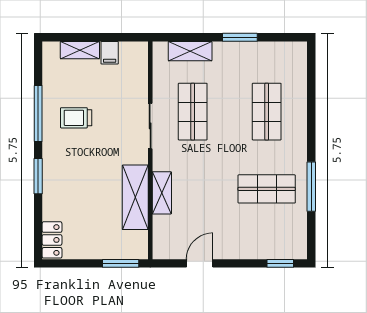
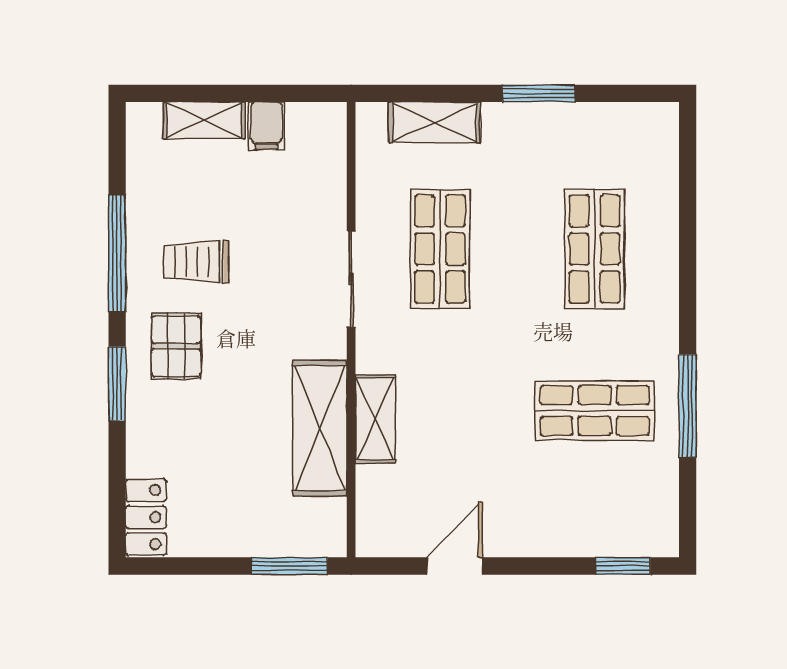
pallet: (66, 158) -> (176, 346), added

